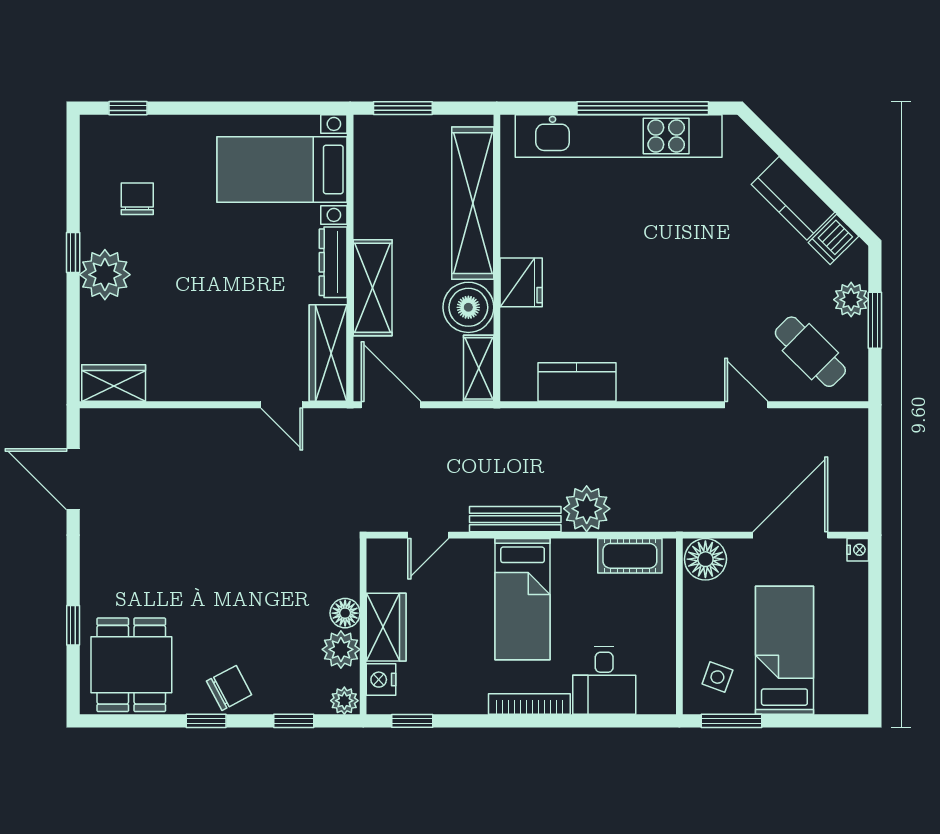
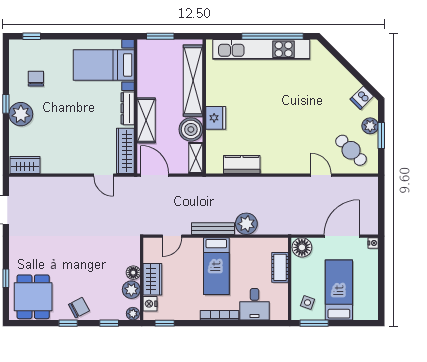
kitchen counter: (793, 198) -> (343, 78), removed
cot: (630, 556) -> (280, 267), moved, turned 90

